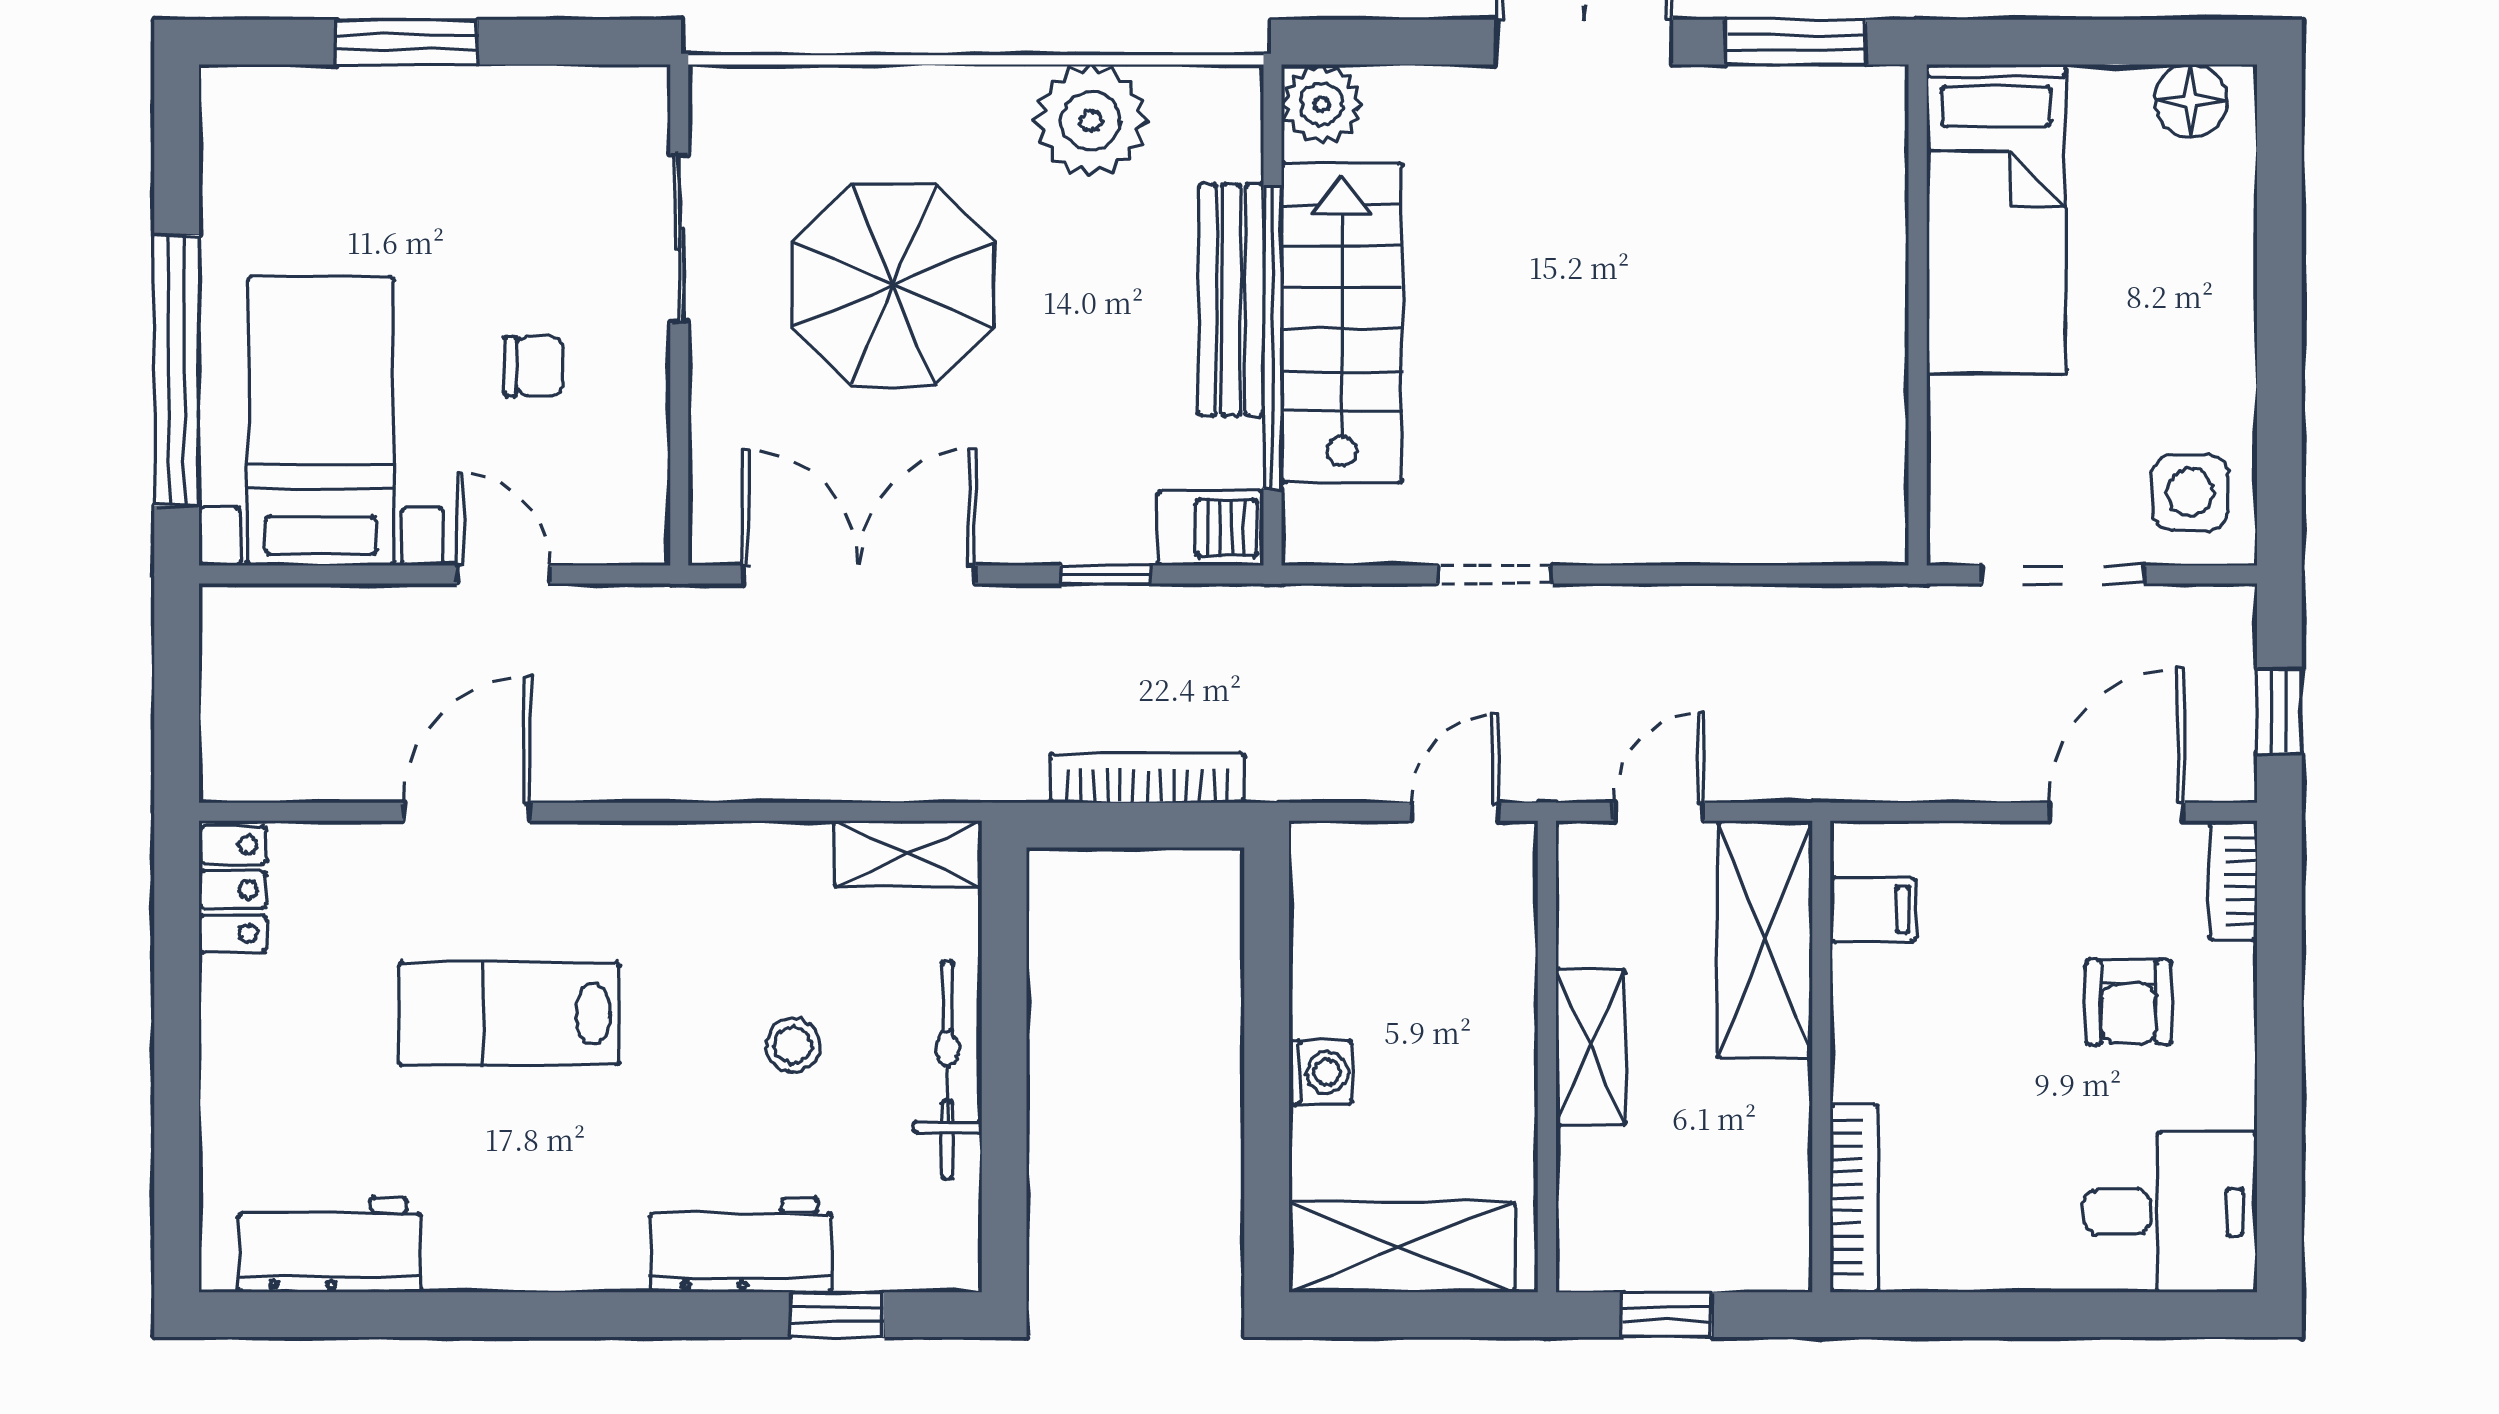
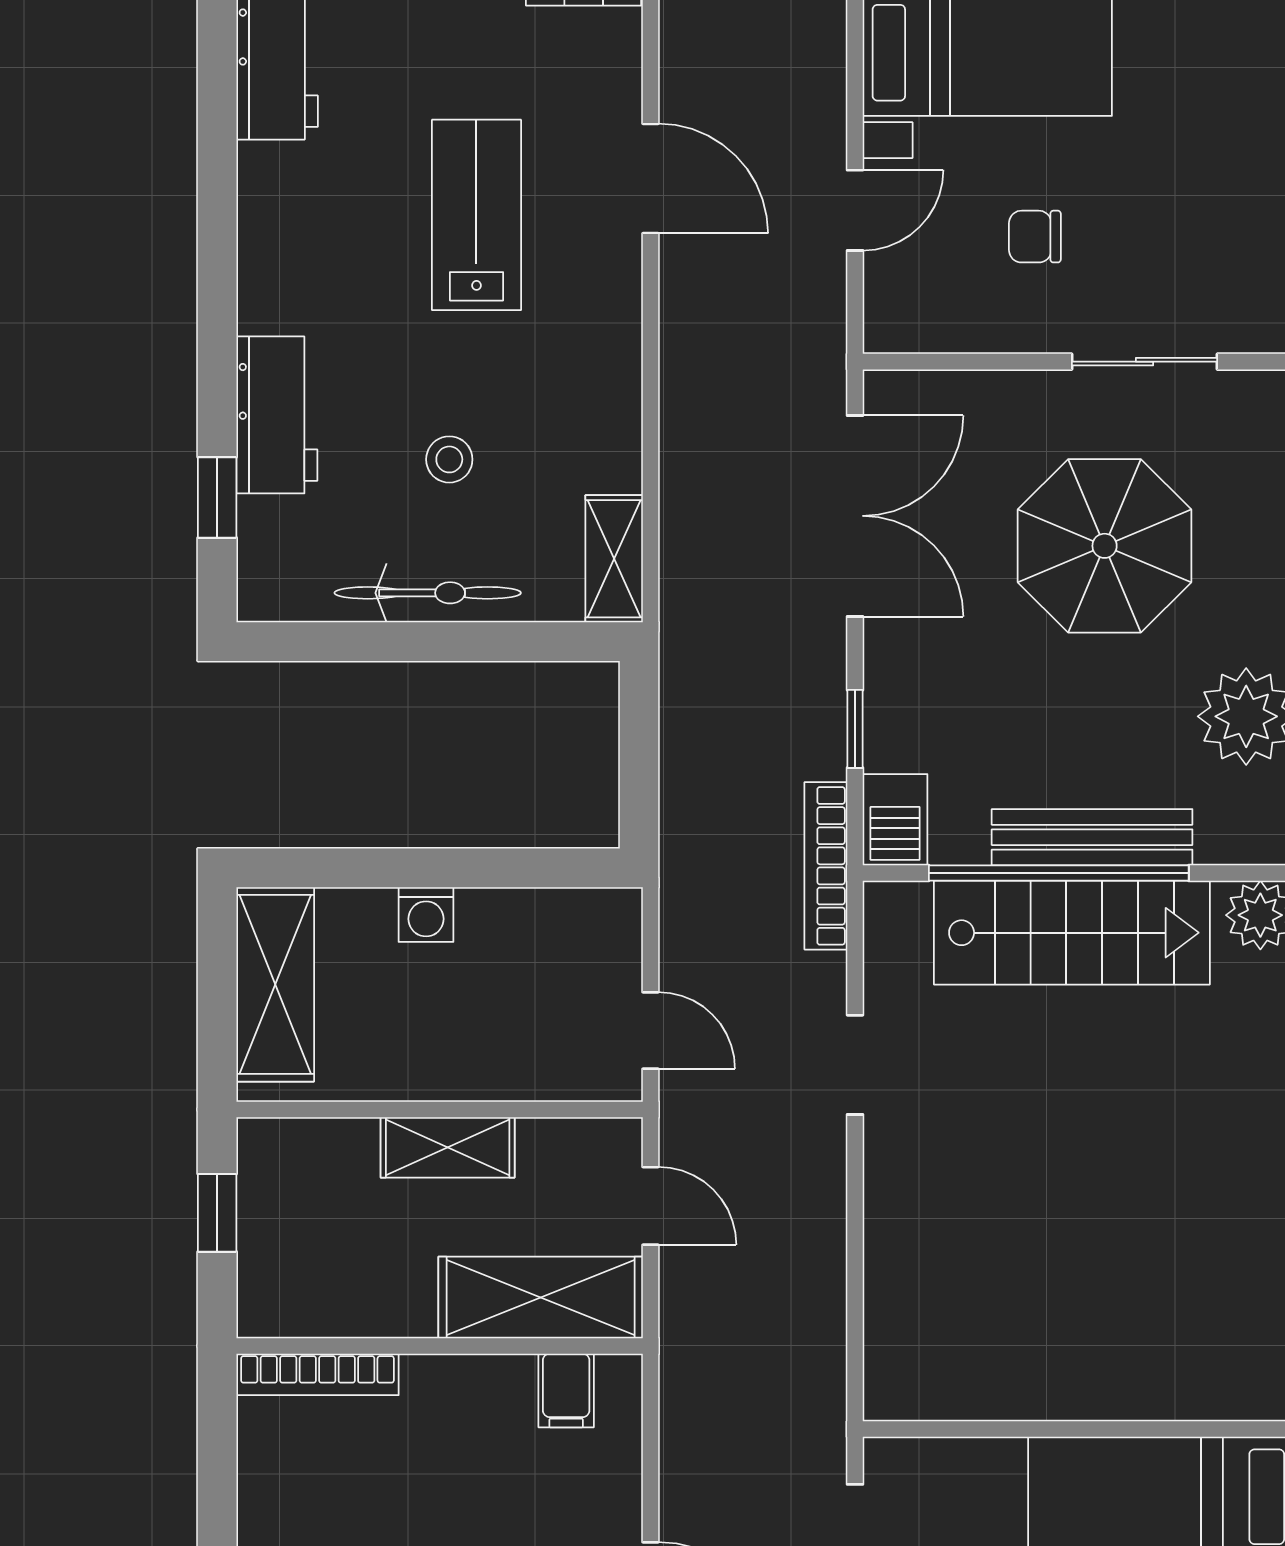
chair: (534, 366) -> (1035, 237), turned 90
bookcase: (1147, 778) -> (826, 866), moved, turned 180

